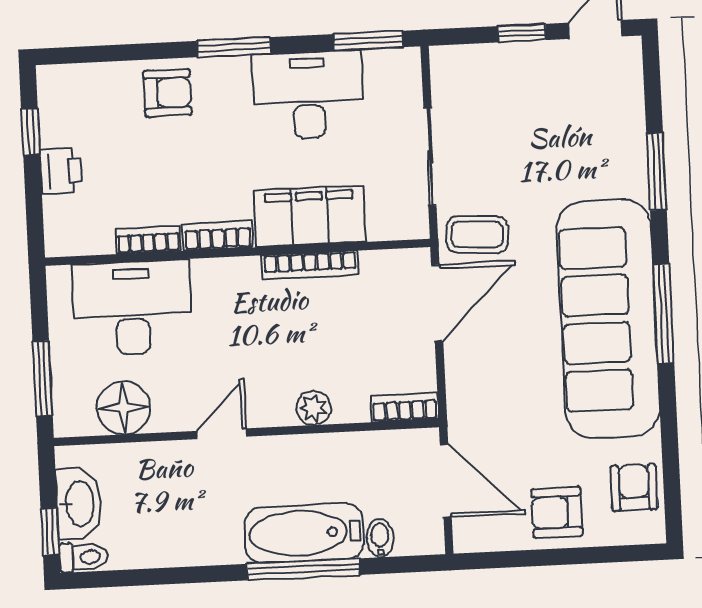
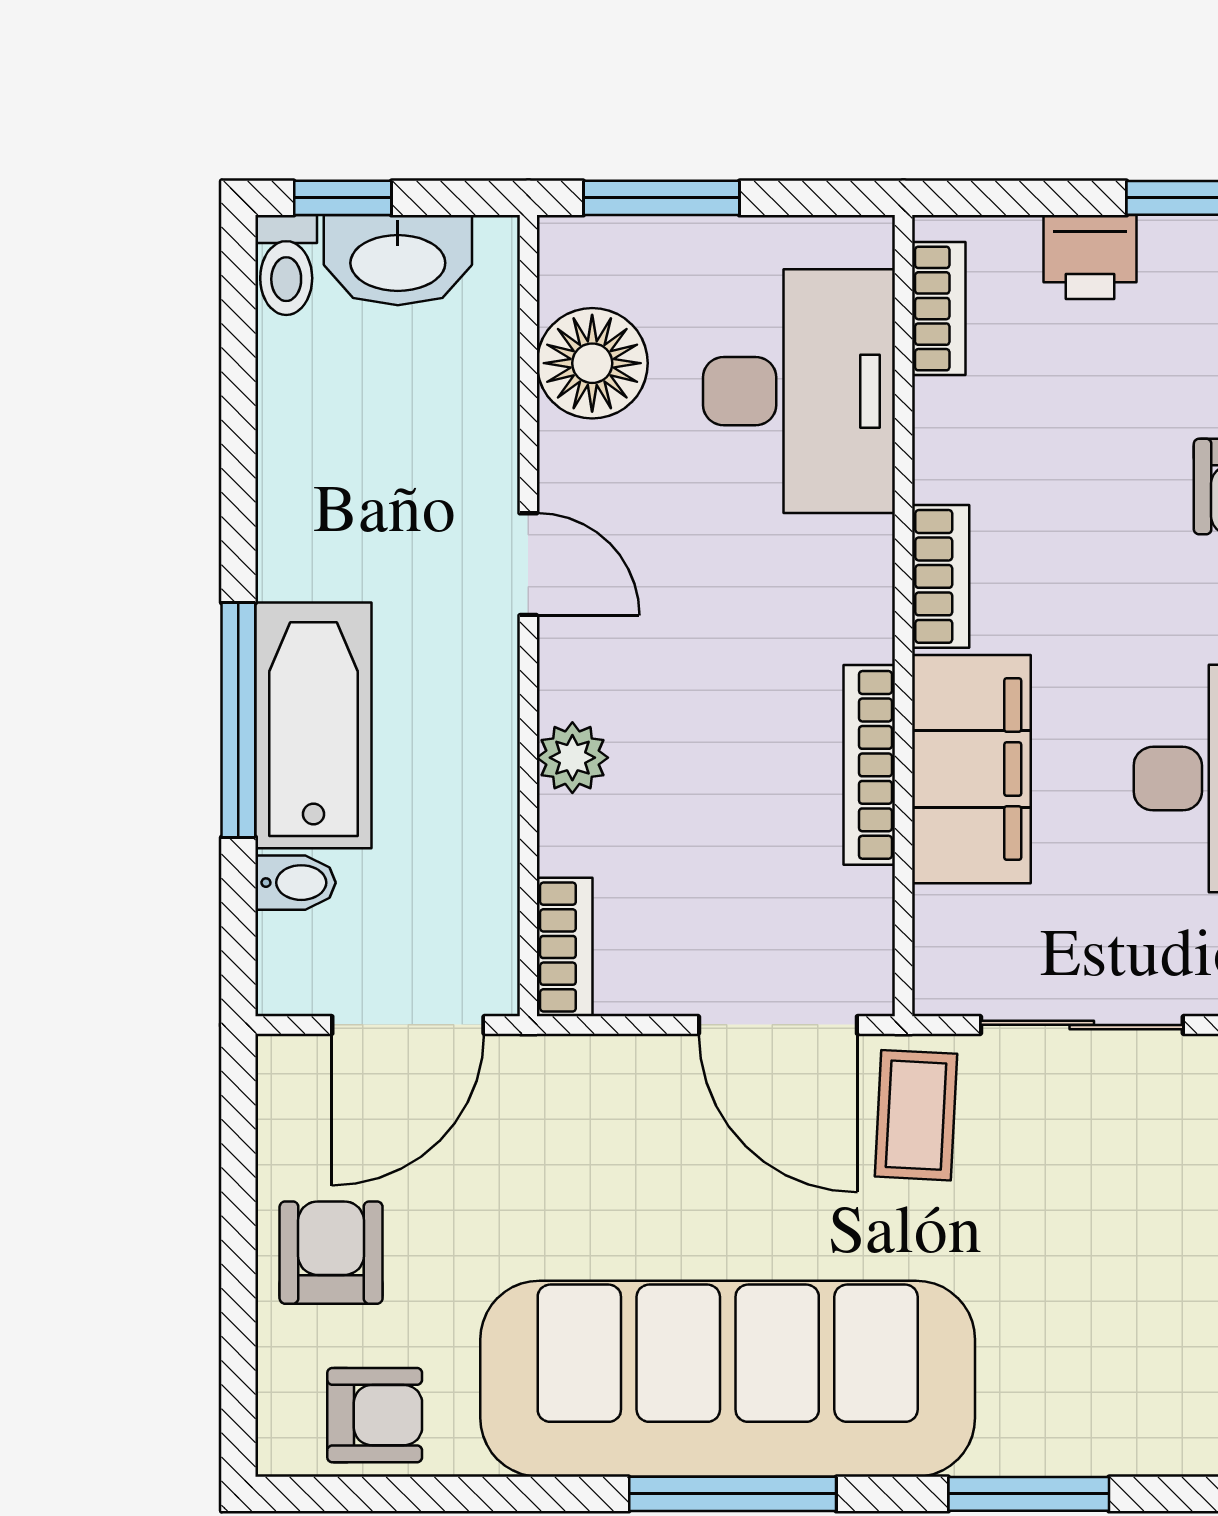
bookcase: (148, 240) -> (939, 309), moved

